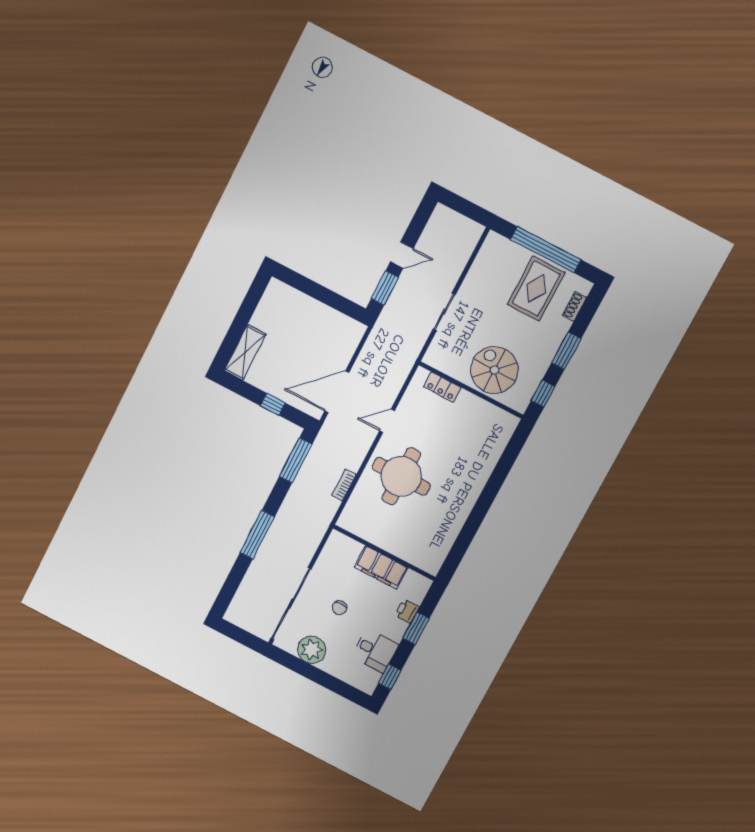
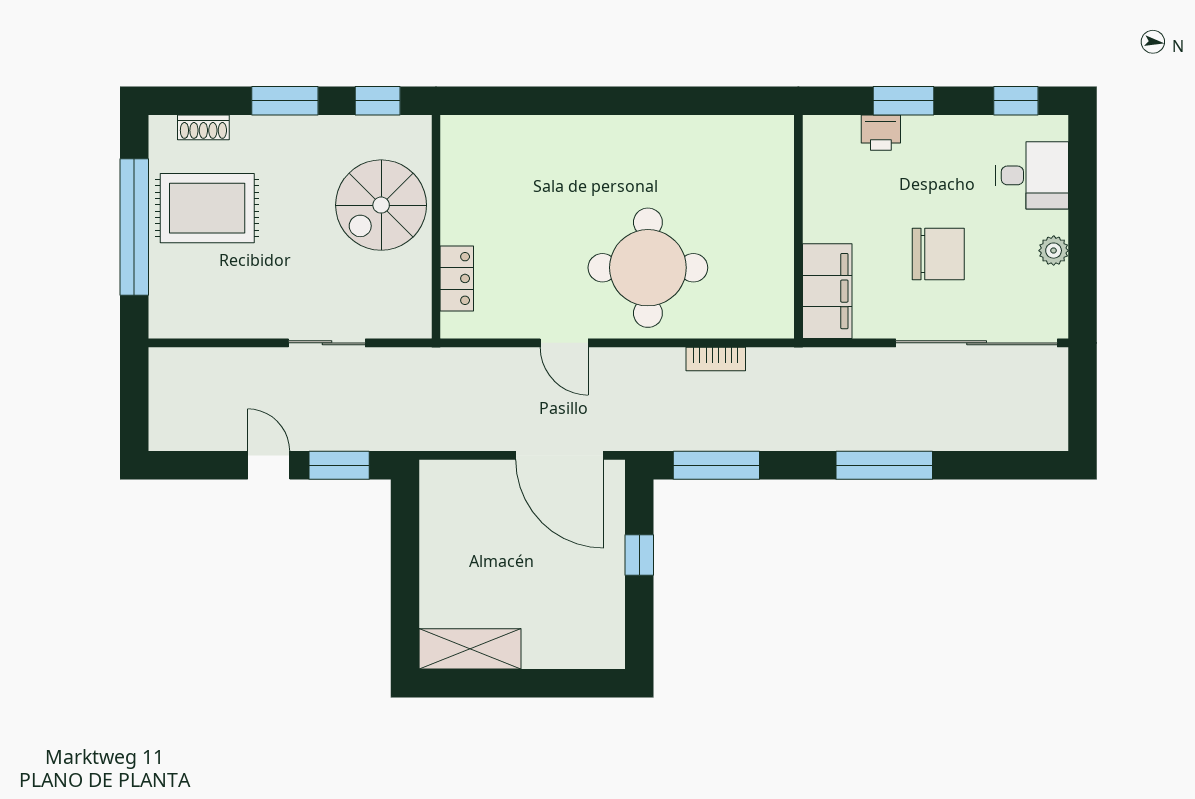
shelving: (245, 352) -> (470, 649), moved
filing cabinet: (381, 567) -> (827, 291), moved
chair: (339, 608) -> (938, 254), width x1.87, depth x1.87
plant: (312, 650) -> (1054, 251), width x0.53, depth x0.53
desk: (375, 651) -> (1032, 175), moved, turned 90

